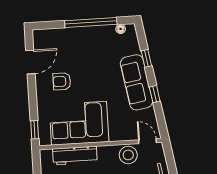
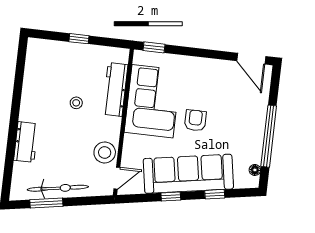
door: (30, 62) -> (251, 59), moved
armchair: (62, 81) -> (195, 120), moved
sofa: (136, 82) -> (188, 174), width x1.36, depth x1.27

